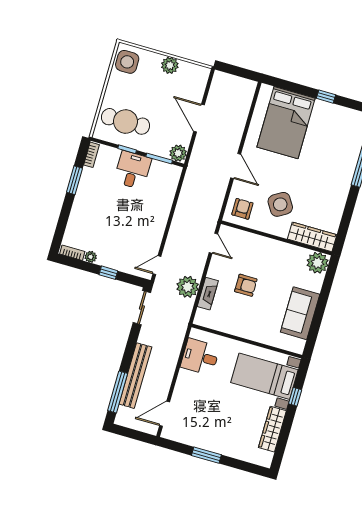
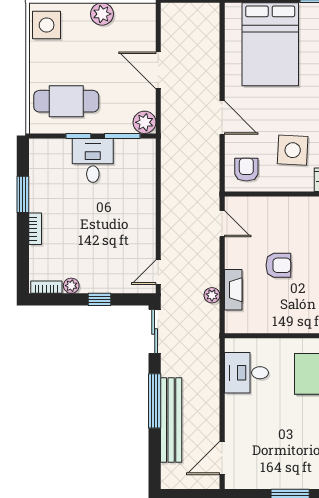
bookcase: (91, 155) -> (35, 229), moved
side table: (280, 204) -> (293, 150), turned 35
plant: (188, 287) -> (212, 295), width x0.53, depth x0.53
window: (118, 392) -> (155, 401), moved

